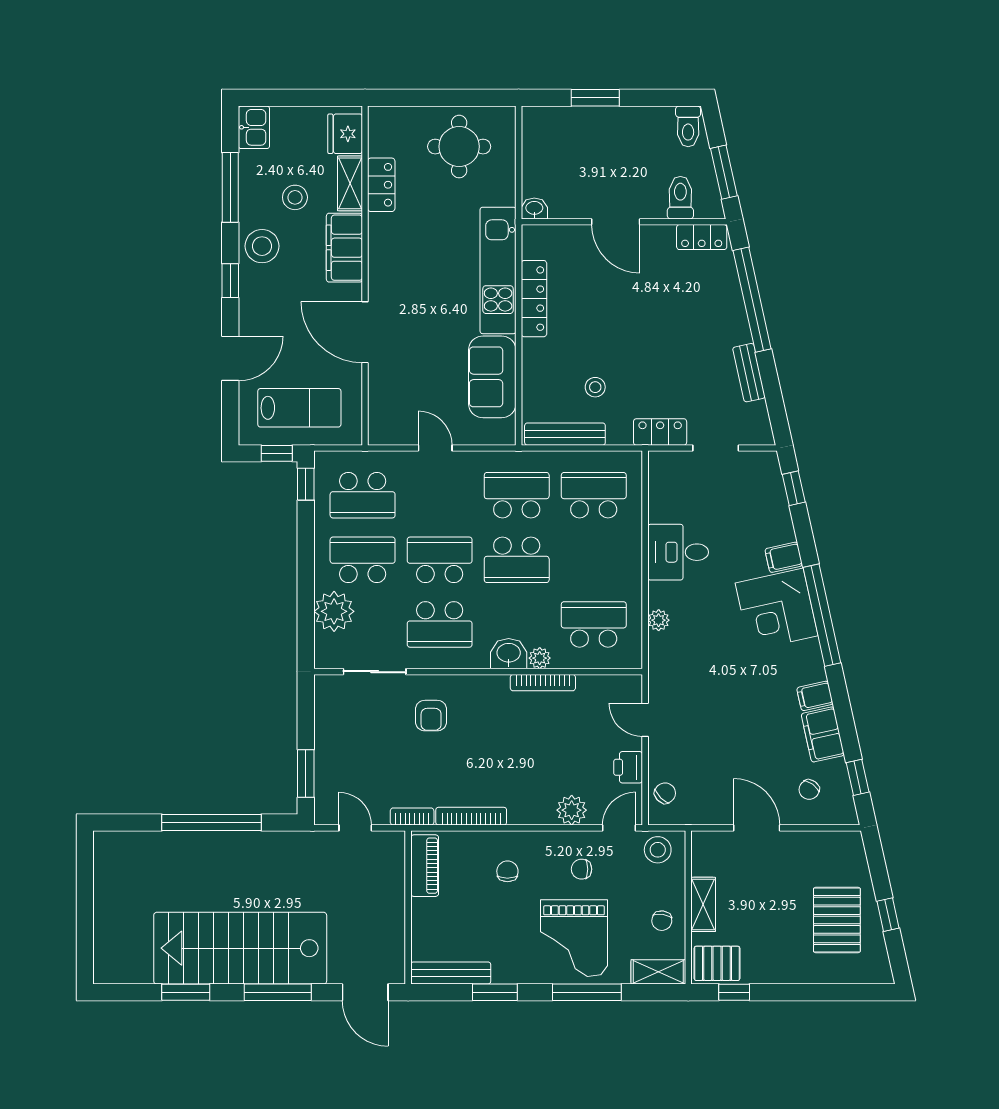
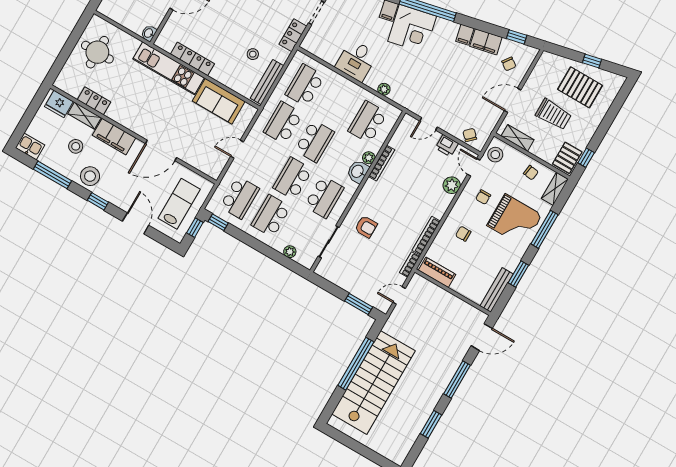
plant: (334, 611) -> (290, 252), width x0.53, depth x0.53
trolley: (772, 903) -> (554, 114), added
shelving: (703, 904) -> (518, 138), moved
stairs: (240, 948) -> (374, 382), moved, turned 180

